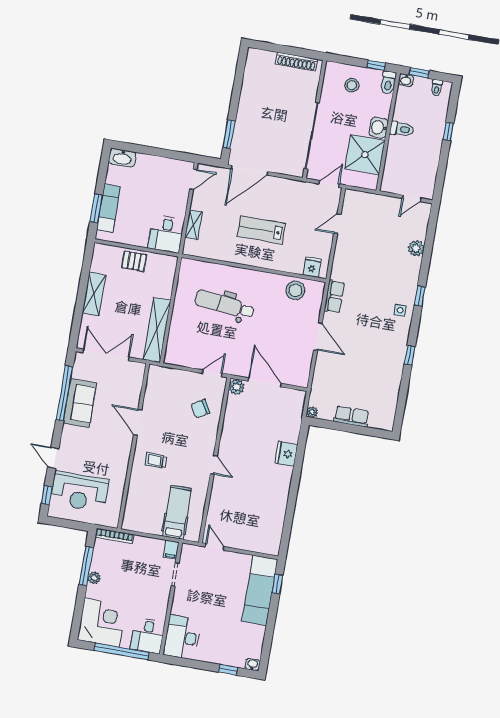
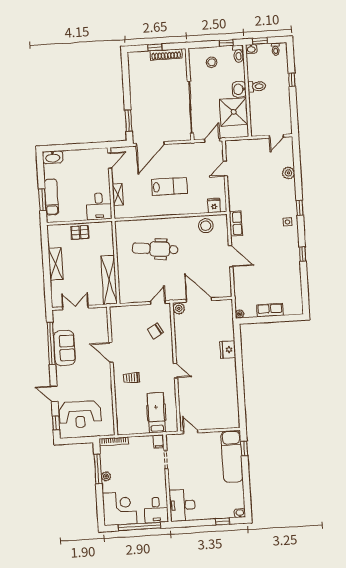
window: (284, 49) -> (155, 47), added
lab bench: (261, 230) -> (170, 186), turned 180
double door: (106, 355) -> (75, 307), width x0.73

